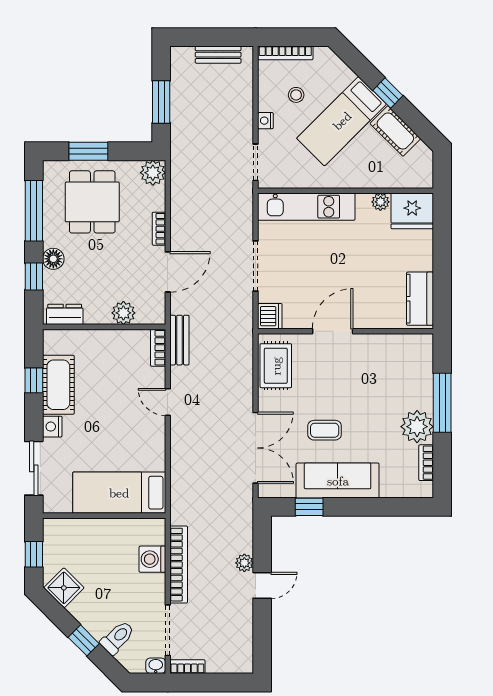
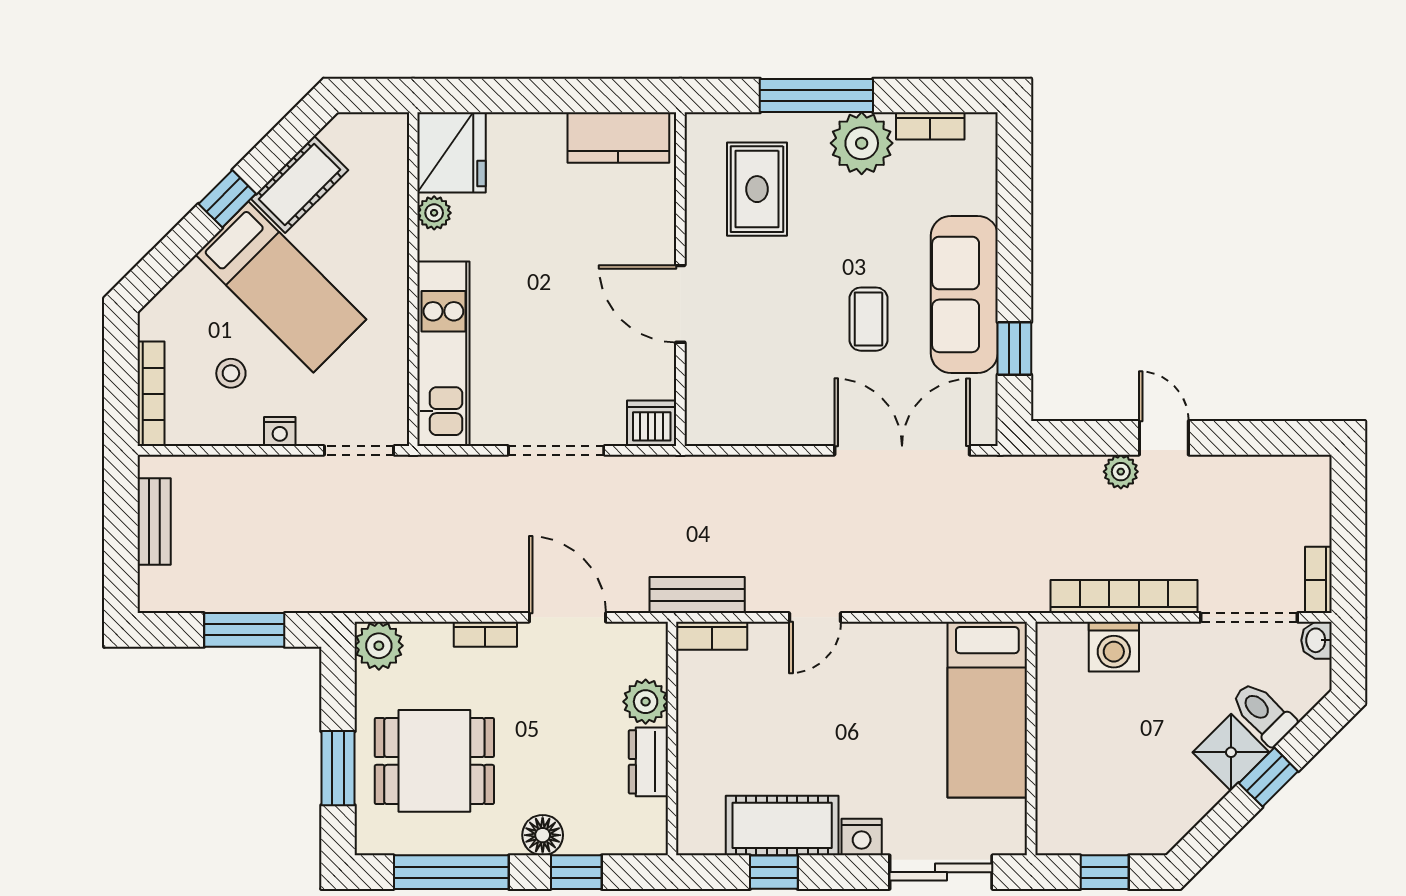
dresser: (65, 314) -> (648, 762), moved
rug: (276, 366) -> (757, 189), moved, turned 90
shower: (64, 588) -> (1231, 752), moved

